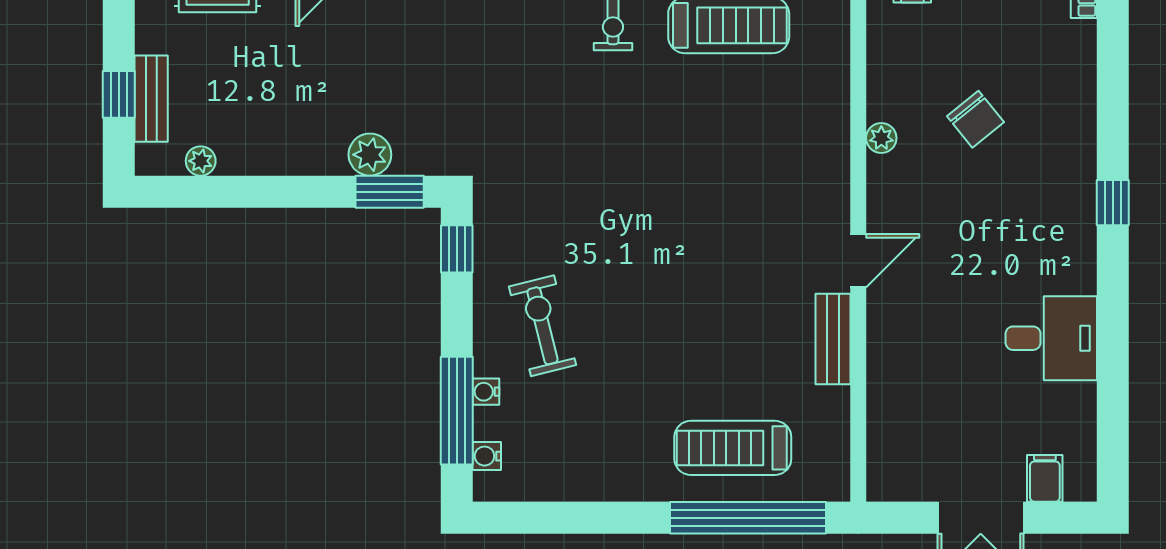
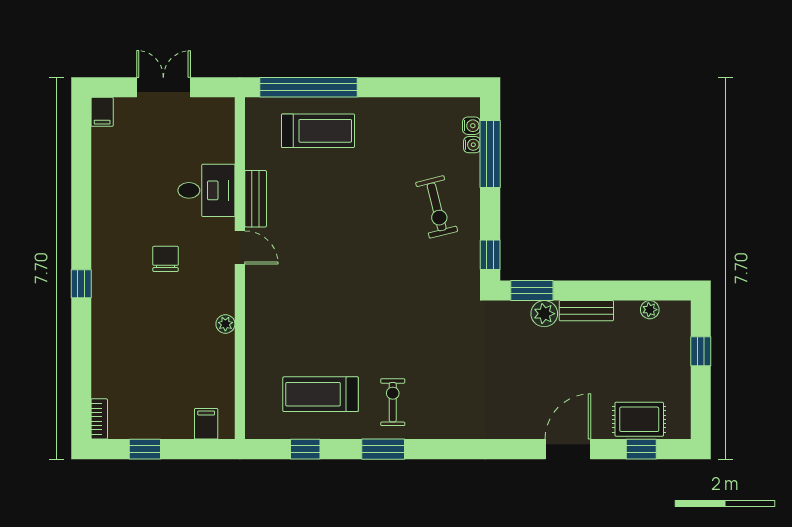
bench: (151, 99) -> (586, 311), moved, turned 90
chair: (975, 119) -> (166, 259), moved, turned 39
door: (858, 261) -> (240, 247), swing flipped
desk: (1051, 338) -> (206, 190), moved, turned 180
water cooler: (486, 392) -> (472, 145), moved
filing cabinet: (1045, 478) -> (102, 112), moved

